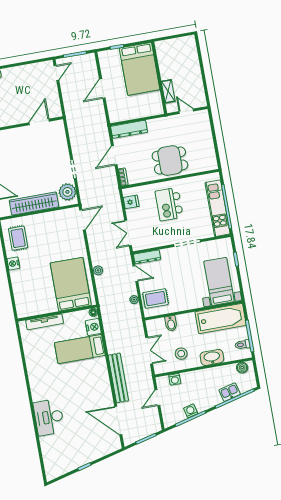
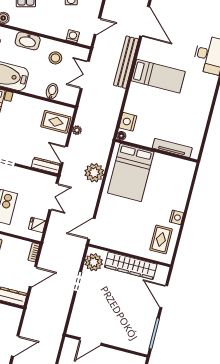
plant: (98, 270) -> (94, 173), width x1.87, depth x1.87
bed: (80, 349) -> (158, 76), moved

